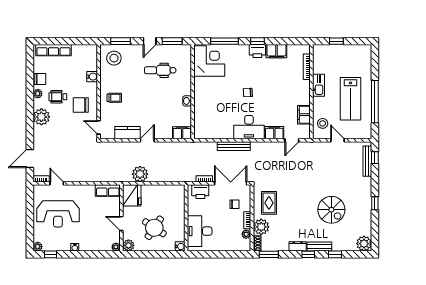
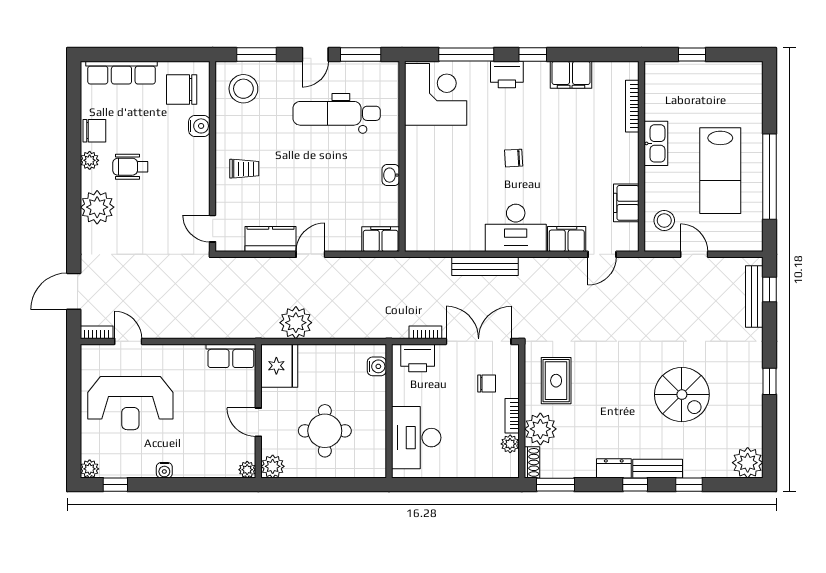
printer: (257, 51) -> (507, 74), moved
dental chair: (160, 70) -> (337, 113), width x1.36, depth x1.38
chair: (81, 105) -> (182, 89), moved
round table: (154, 228) -> (325, 431), turned -34
water cooler: (180, 246) -> (377, 366), moved

